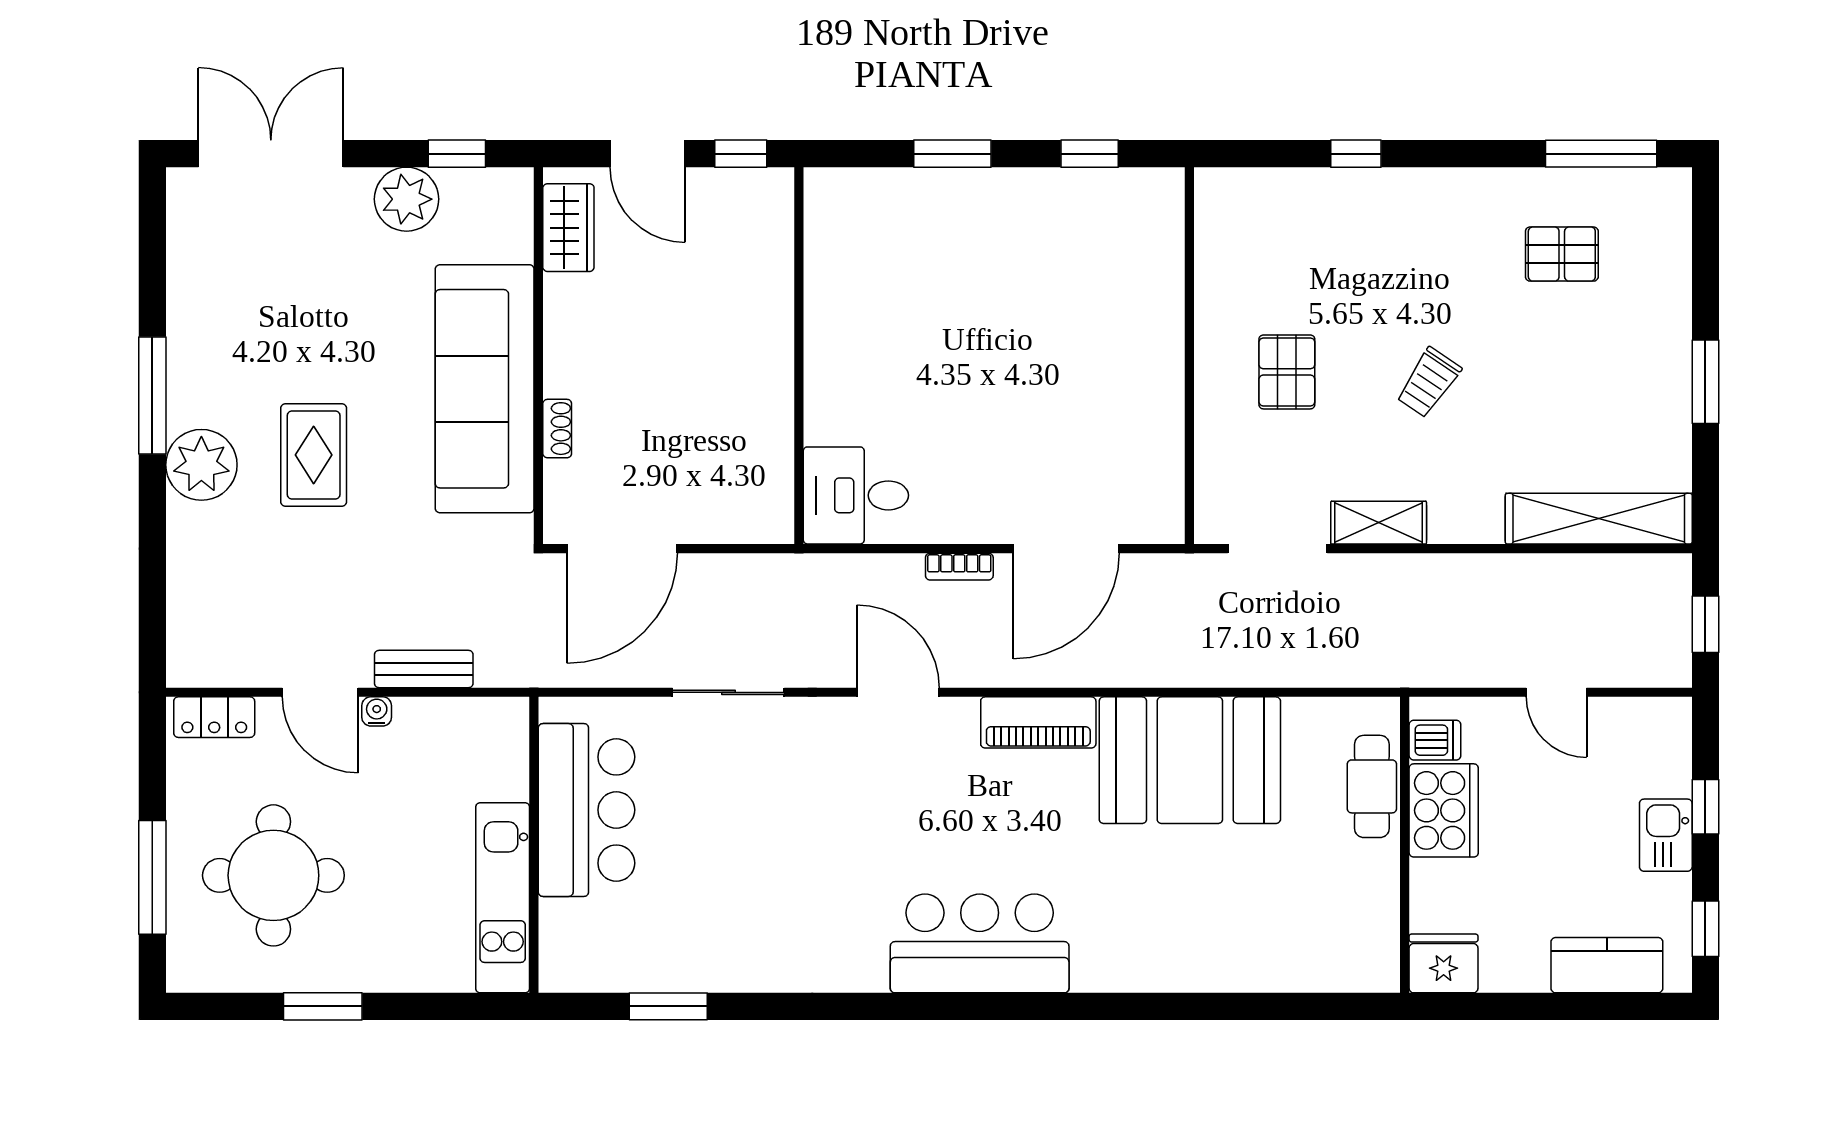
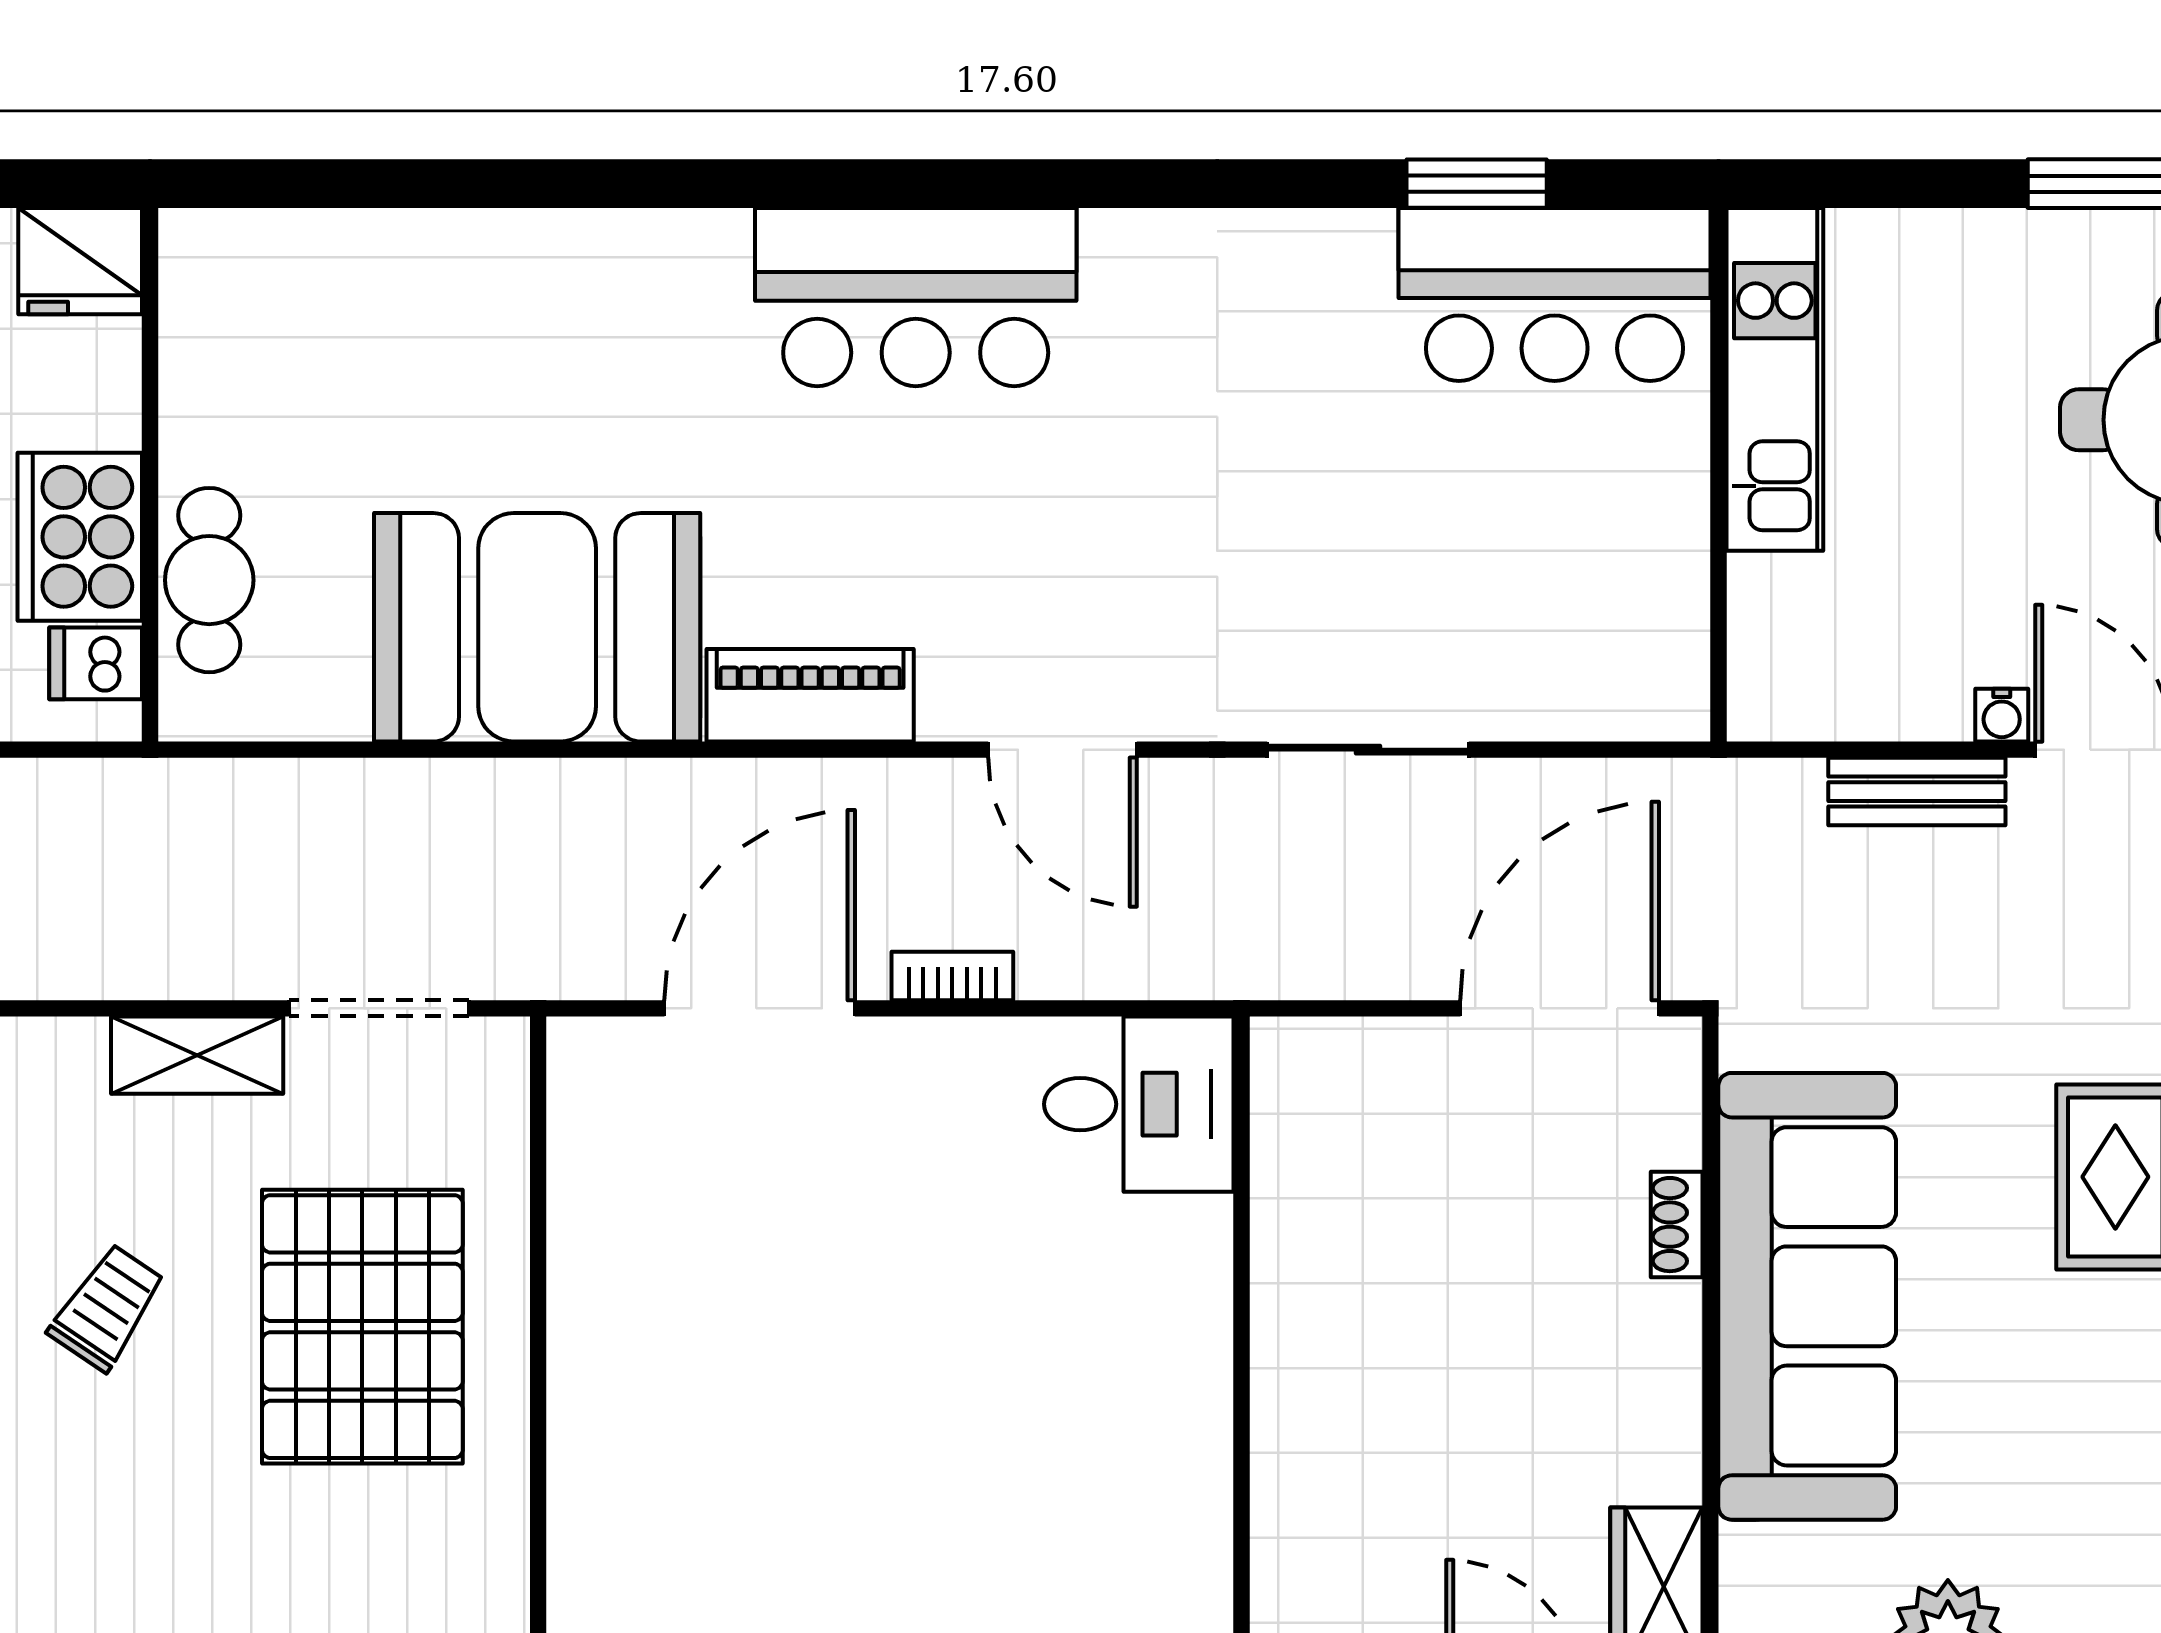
pallet: (1287, 372) -> (362, 1327), width x2.05, depth x2.00
bar counter: (587, 810) -> (1555, 295), moved, turned -90

